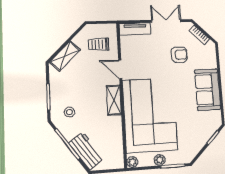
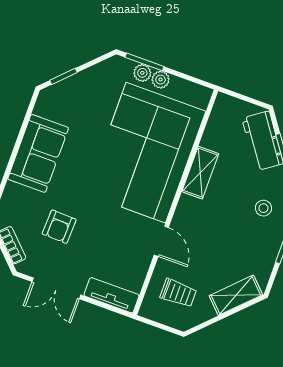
armchair: (179, 55) -> (59, 227), turned -88
shelving: (114, 100) -> (200, 173), moved
plant: (132, 162) -> (142, 73), moved

